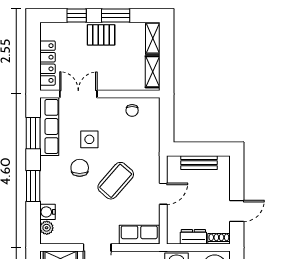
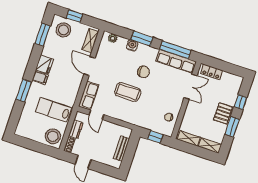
locker: (47, 63) -> (212, 72), width x0.66
window: (167, 120) -> (155, 137), added
window: (33, 133) -> (175, 50), width x1.44
side table: (89, 139) -> (159, 84), removed
coffee table: (116, 181) -> (128, 92), turned -41
door: (163, 194) -> (96, 115), moved
water cooler: (47, 212) -> (132, 45), moved

